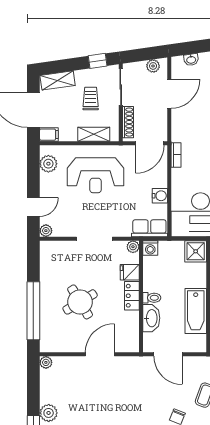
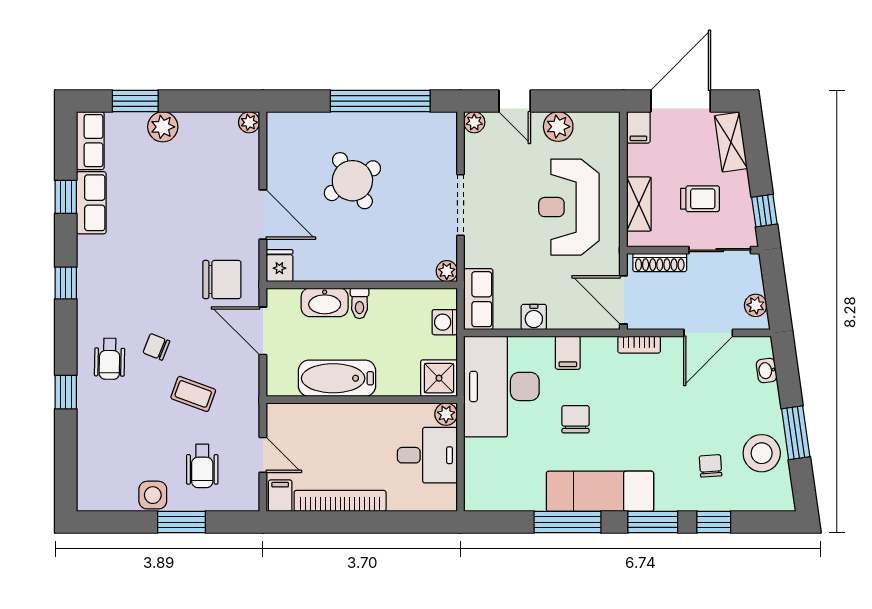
door: (169, 94) -> (708, 333), hinge flipped
bookcase: (176, 155) -> (639, 345), moved
plant: (48, 164) -> (558, 127), moved
filing cabinet: (181, 176) -> (568, 353), added
washing machine: (150, 248) -> (445, 322), moved
fridge: (130, 272) -> (279, 266), moved
locker: (132, 296) -> (363, 269), removed
window: (33, 311) -> (380, 101), moved
door: (168, 354) -> (263, 331), hinge flipped
chair: (138, 378) -> (222, 280), added

